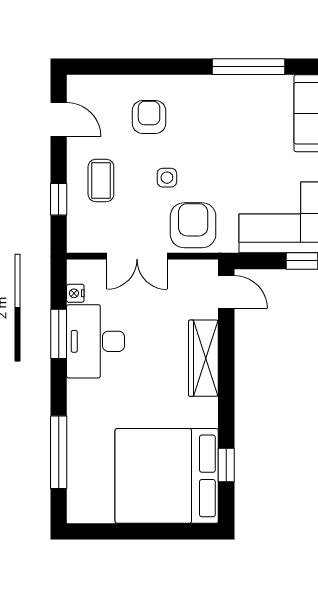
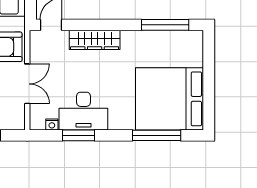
window: (226, 465) -> (165, 25), width x2.17
bed: (167, 476) -> (170, 99), moved, turned 90

